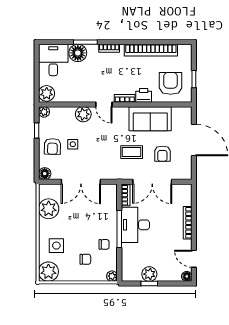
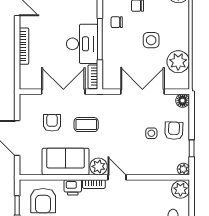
plant: (83, 114) -> (99, 166), moved
side table: (56, 246) -> (151, 40), moved

